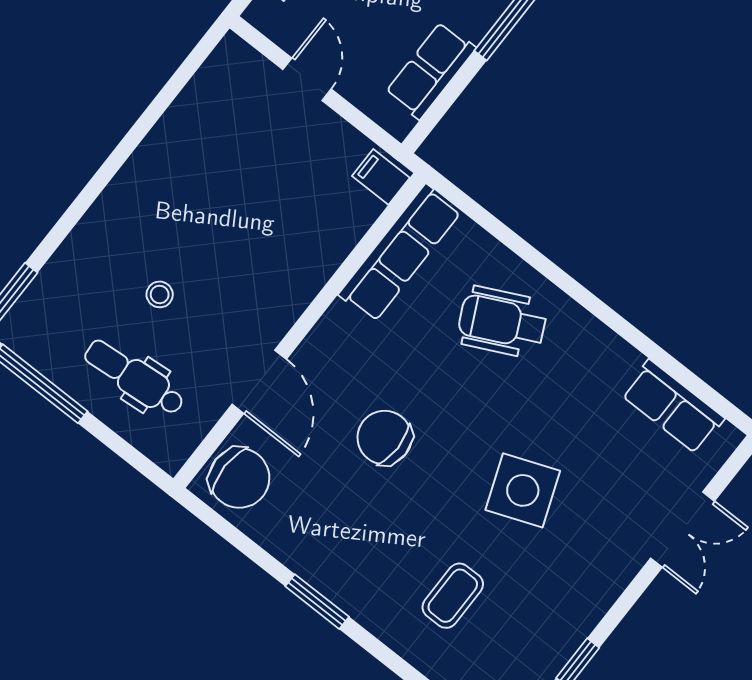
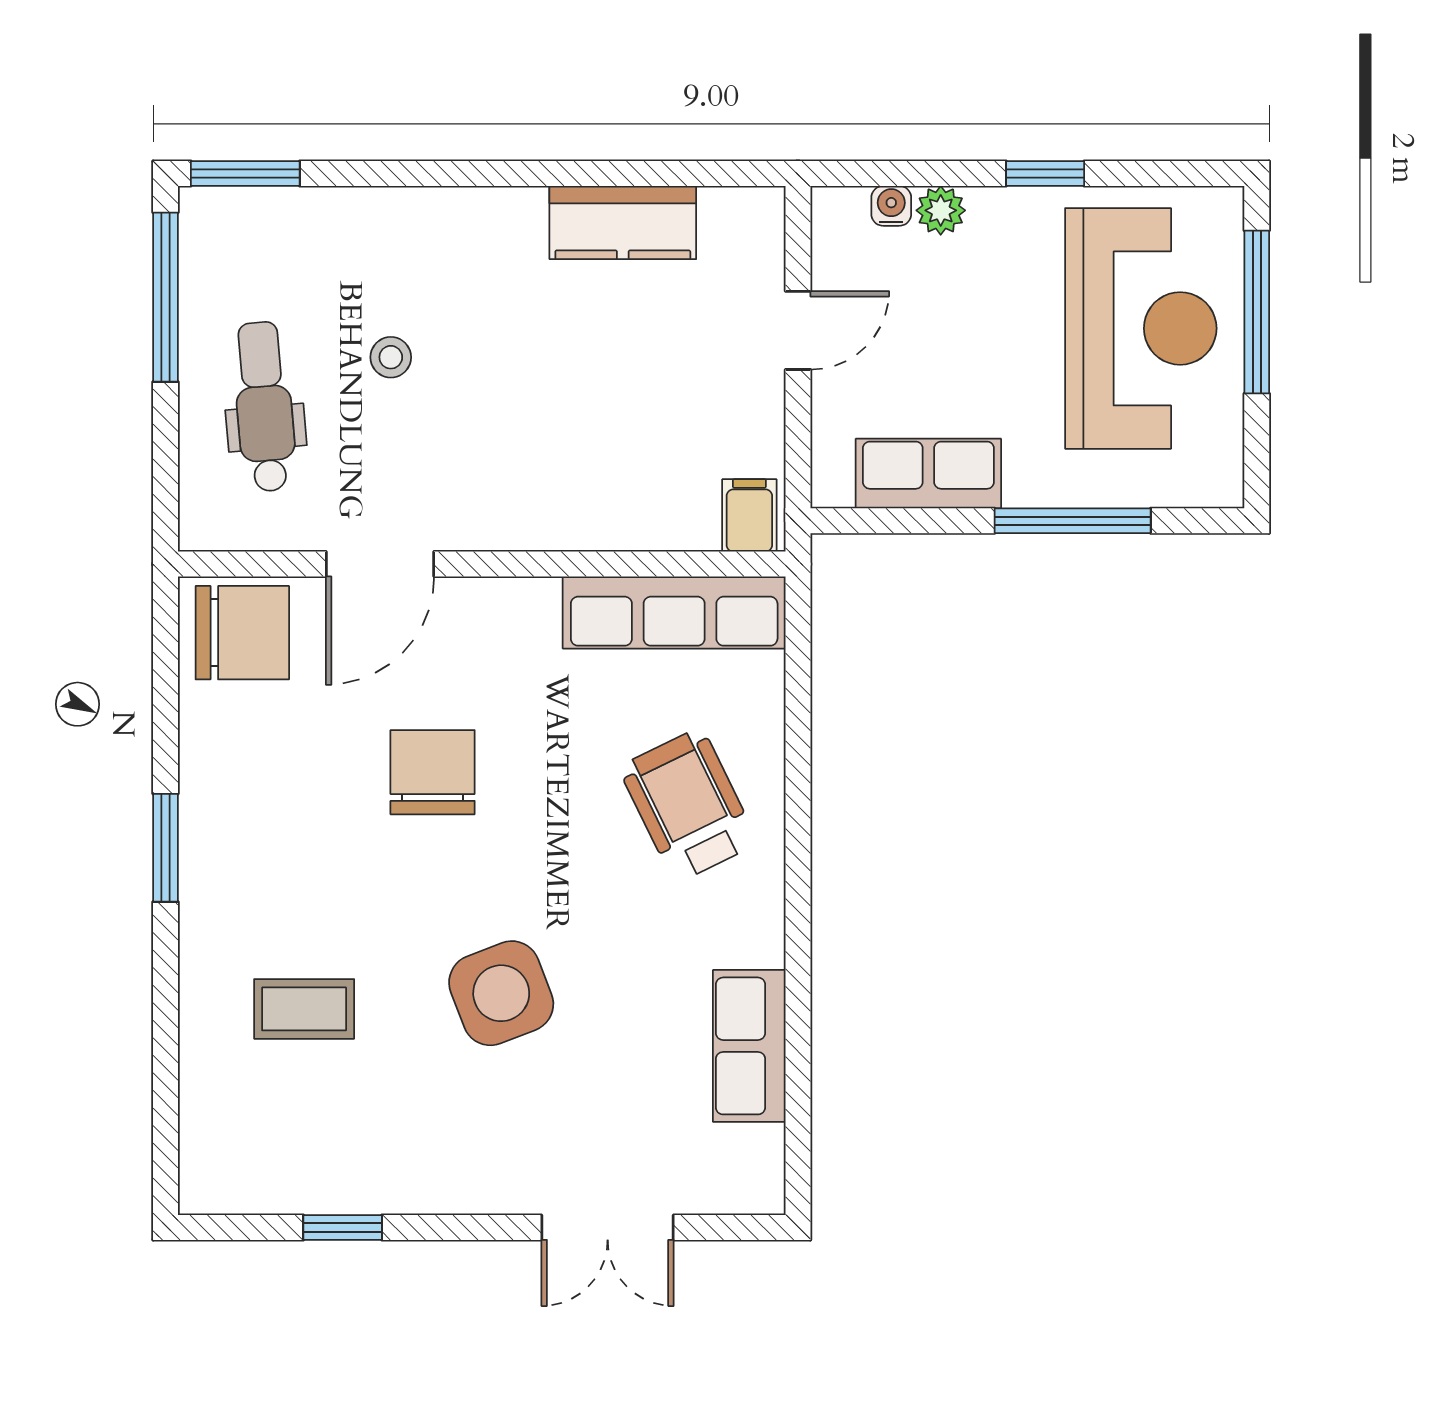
kitchen counter: (184, 125) -> (623, 223), added
row of seats: (673, 407) -> (749, 1046), moved
chair: (239, 478) -> (242, 633), turned -90

